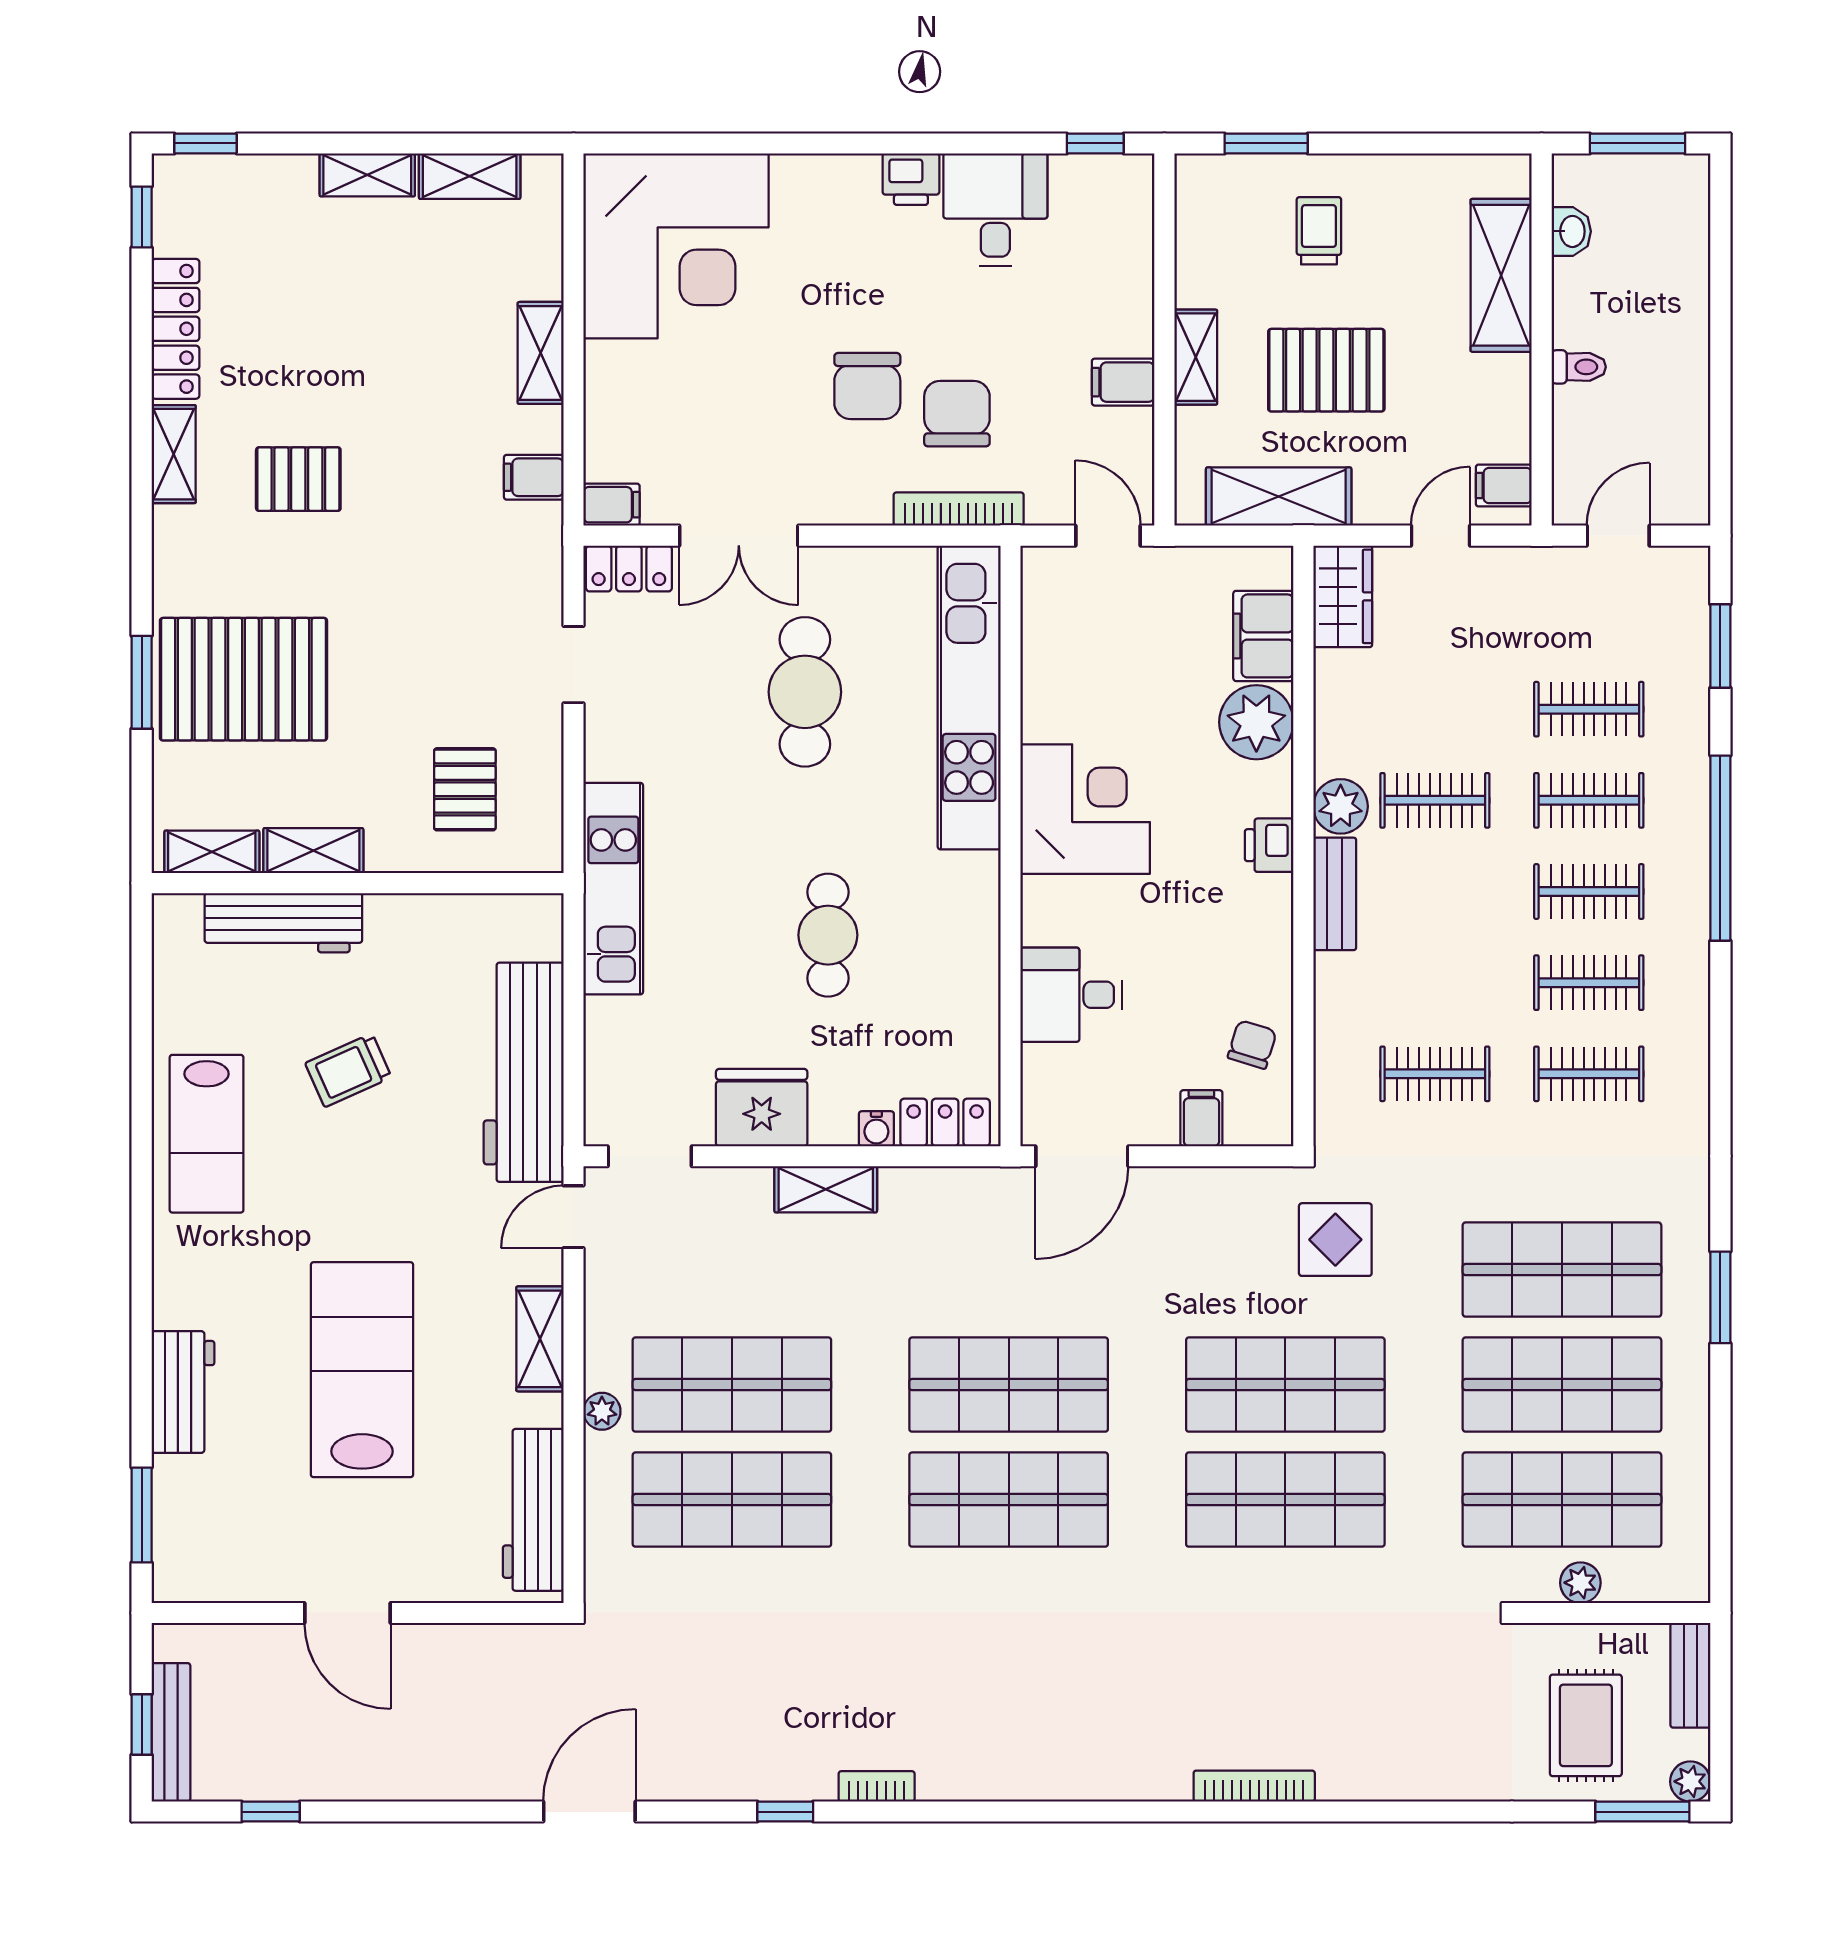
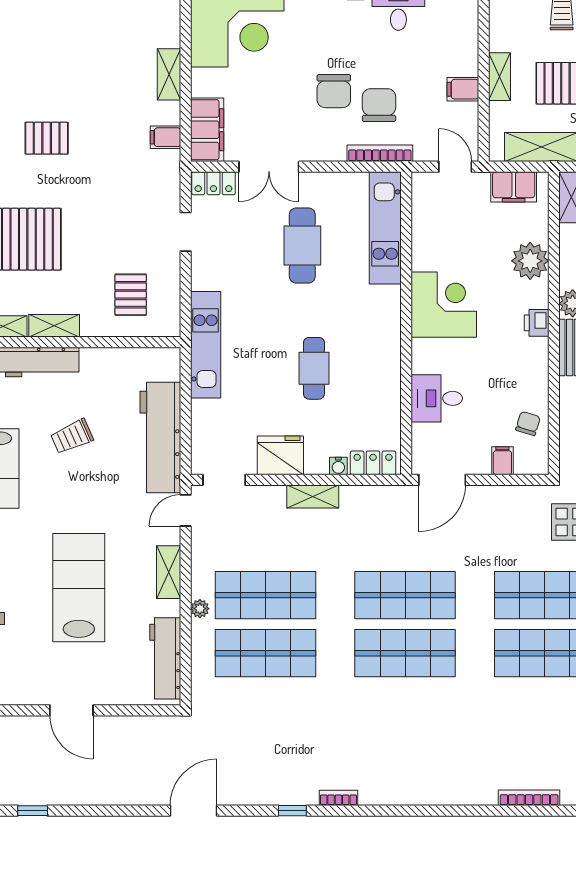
filing cabinet: (612, 505) -> (207, 130), width x3.00, depth x1.17
filing cabinet: (1263, 636) -> (514, 187), moved, turned -90
kitchen unit: (969, 697) -> (385, 228), width x0.73

